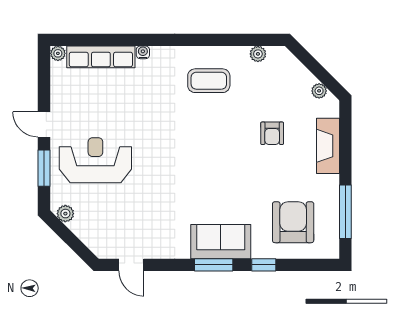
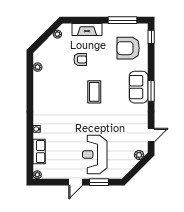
row of seats: (101, 57) -> (39, 152), width x0.68
coffee table: (209, 81) -> (94, 92), moved
plant: (65, 214) -> (139, 155), moved
window: (264, 265) -> (151, 37), moved

